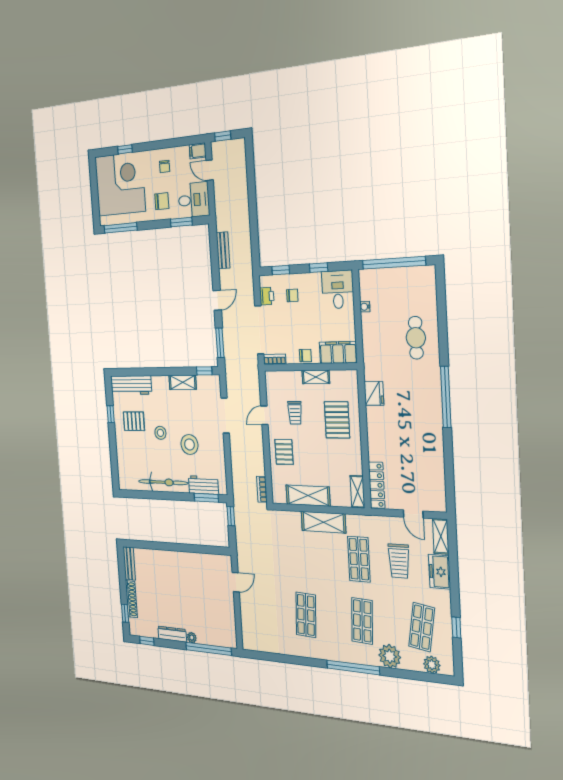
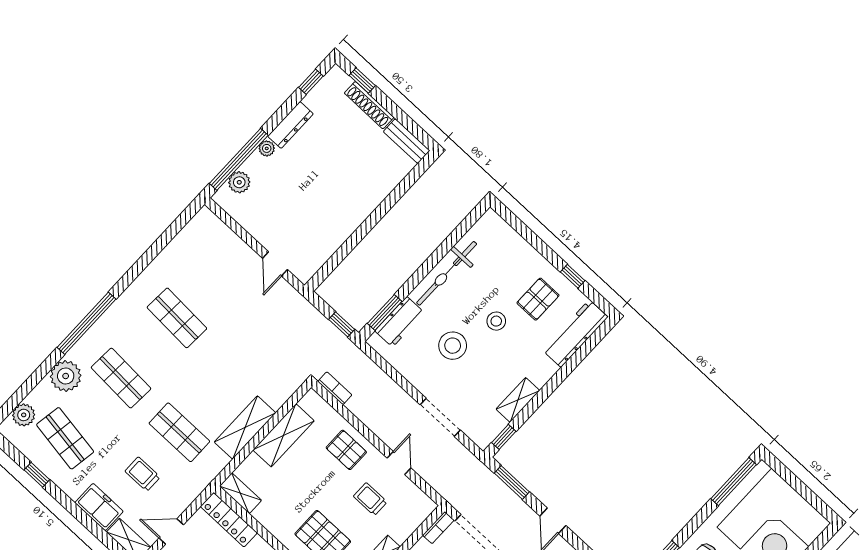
trolley: (399, 561) -> (143, 474), width x0.73, depth x0.72
plant: (218, 639) -> (239, 182), added

